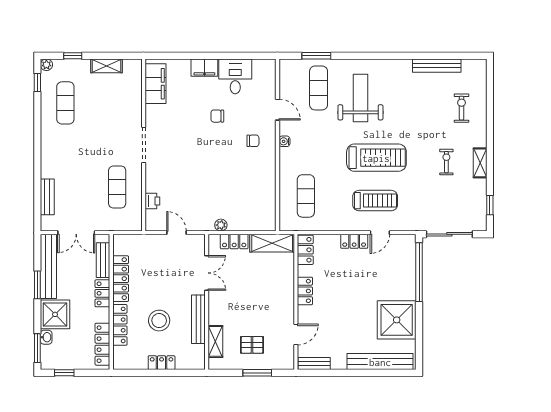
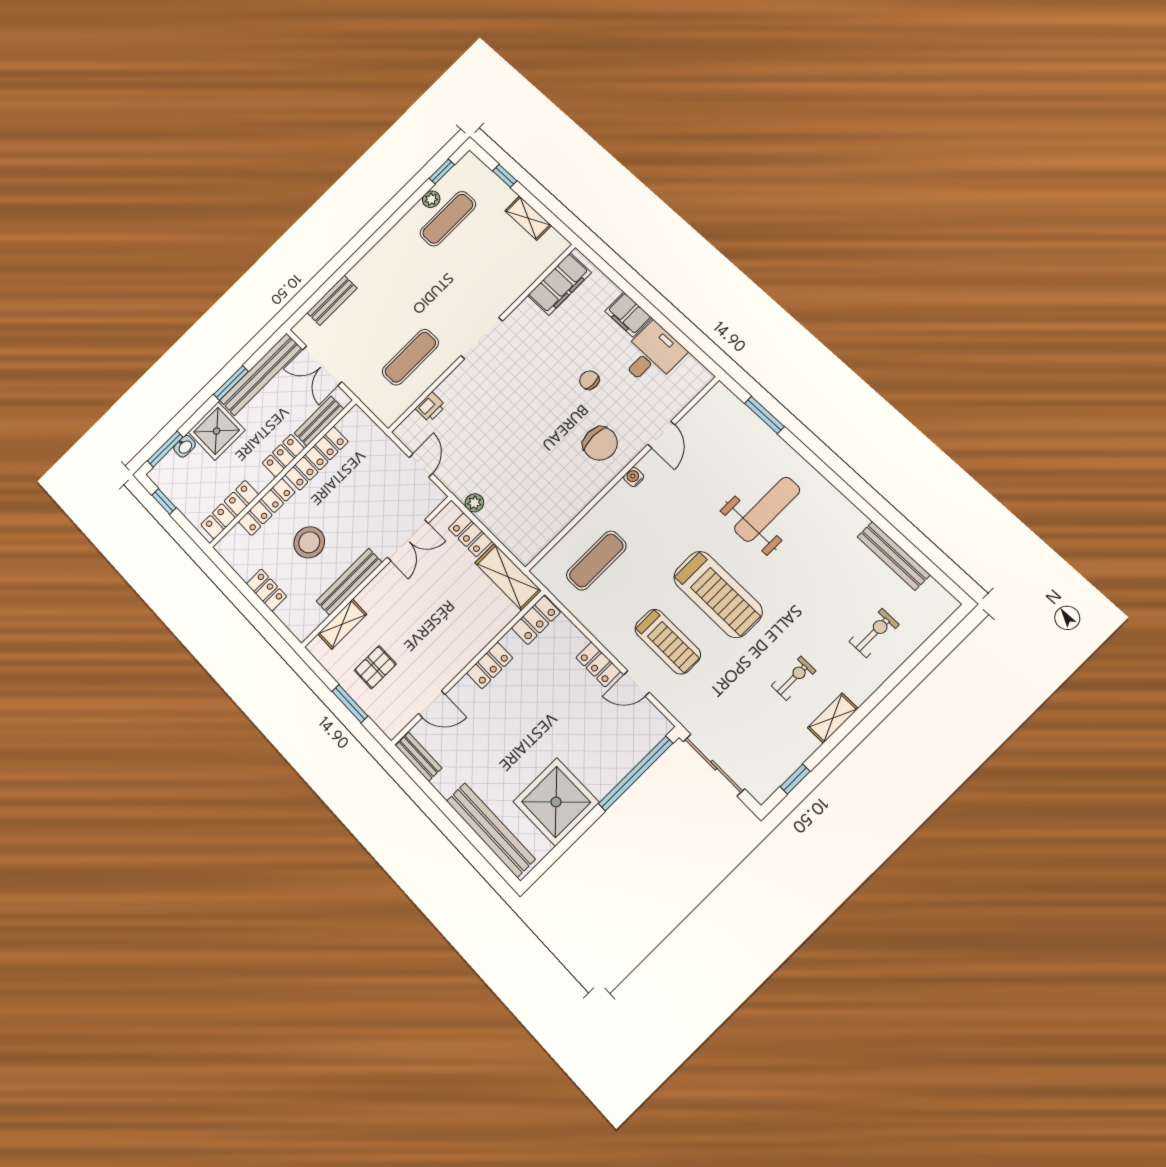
plant: (46, 65) -> (431, 199), moved
exercise mat: (319, 88) -> (731, 453), removed
chair: (253, 141) -> (600, 444), width x1.87, depth x1.87
pallet: (252, 345) -> (375, 667), turned 90

